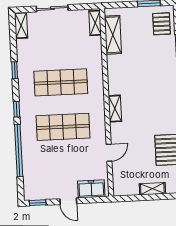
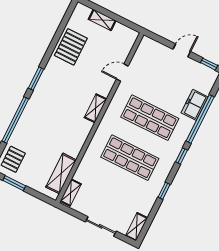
freezer: (91, 189) -> (195, 105), moved, turned 90
door: (68, 201) -> (182, 50), hinge flipped

